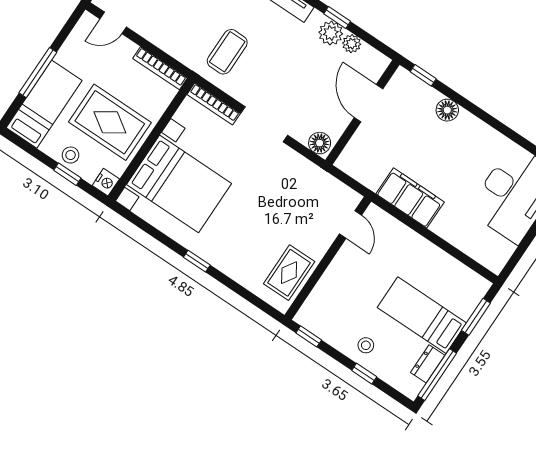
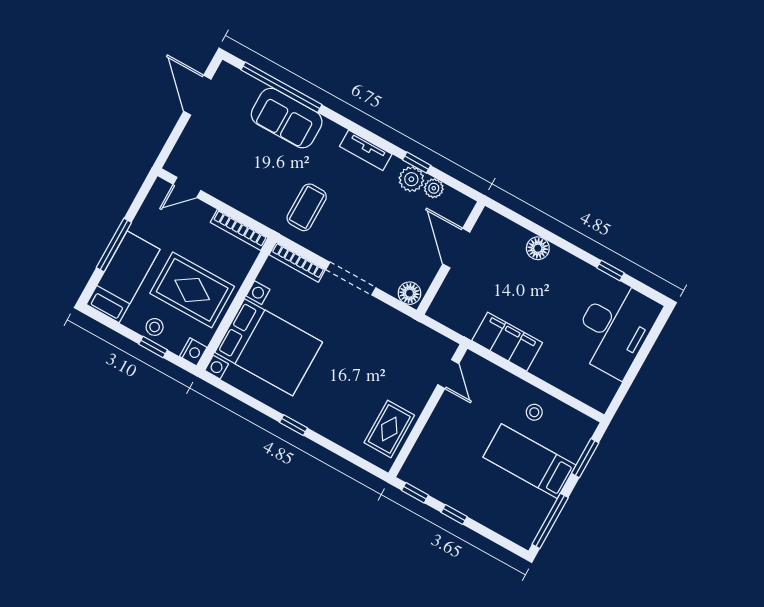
window: (423, 75) -> (610, 270), moved
stool: (366, 345) -> (534, 412), moved
dresser: (428, 364) -> (540, 511), removed
window: (364, 374) -> (454, 515), moved

